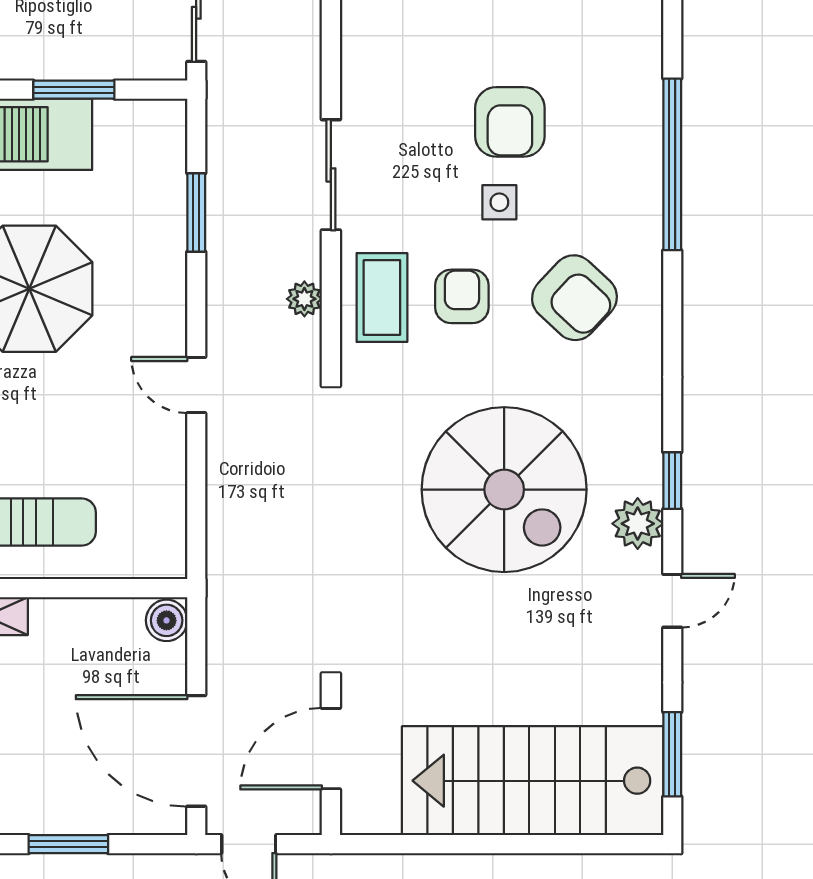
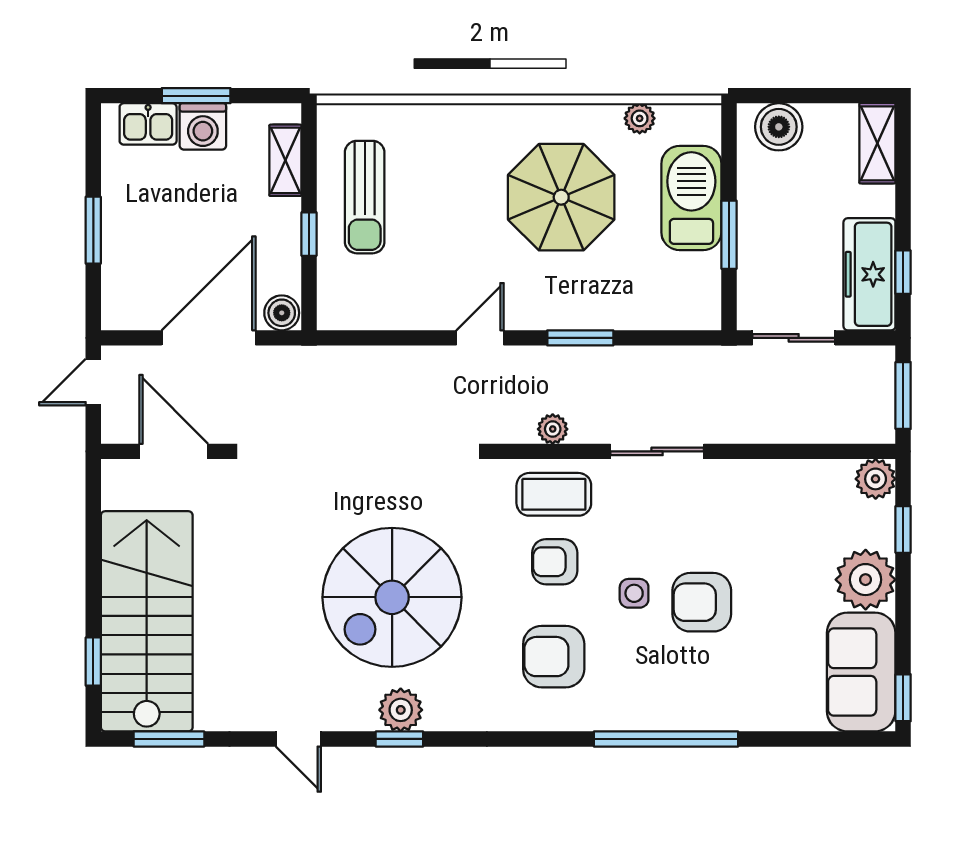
window: (196, 212) -> (580, 338), moved
armchair: (462, 296) -> (555, 562), turned 180
armchair: (574, 298) -> (554, 657), turned 47
plant: (638, 524) -> (401, 710), moved
window: (73, 588) -> (309, 234), added
door: (196, 751) -> (209, 338), moved
window: (580, 844) -> (93, 662), added

